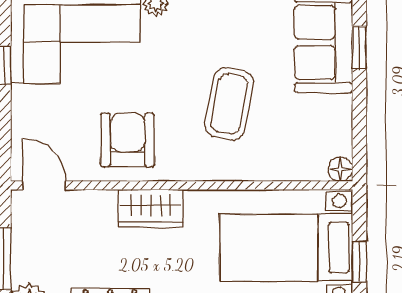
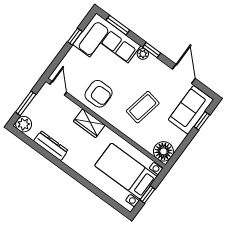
armchair: (128, 140) -> (99, 94), turned 90
floor lamp: (340, 169) -> (163, 151), width x1.89, depth x1.89

